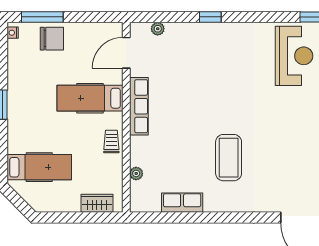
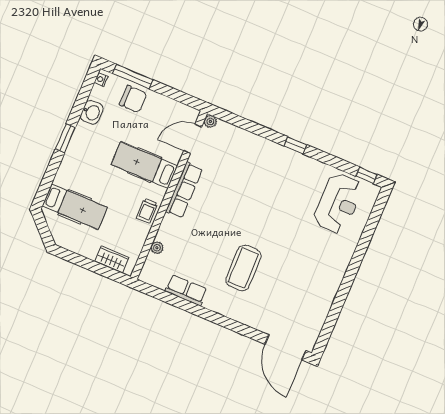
window: (210, 17) -> (295, 145), moved
plant: (158, 29) -> (210, 122), moved
washbasin: (17, 69) -> (92, 112), added
trolley: (111, 141) -> (147, 211), turned 180

